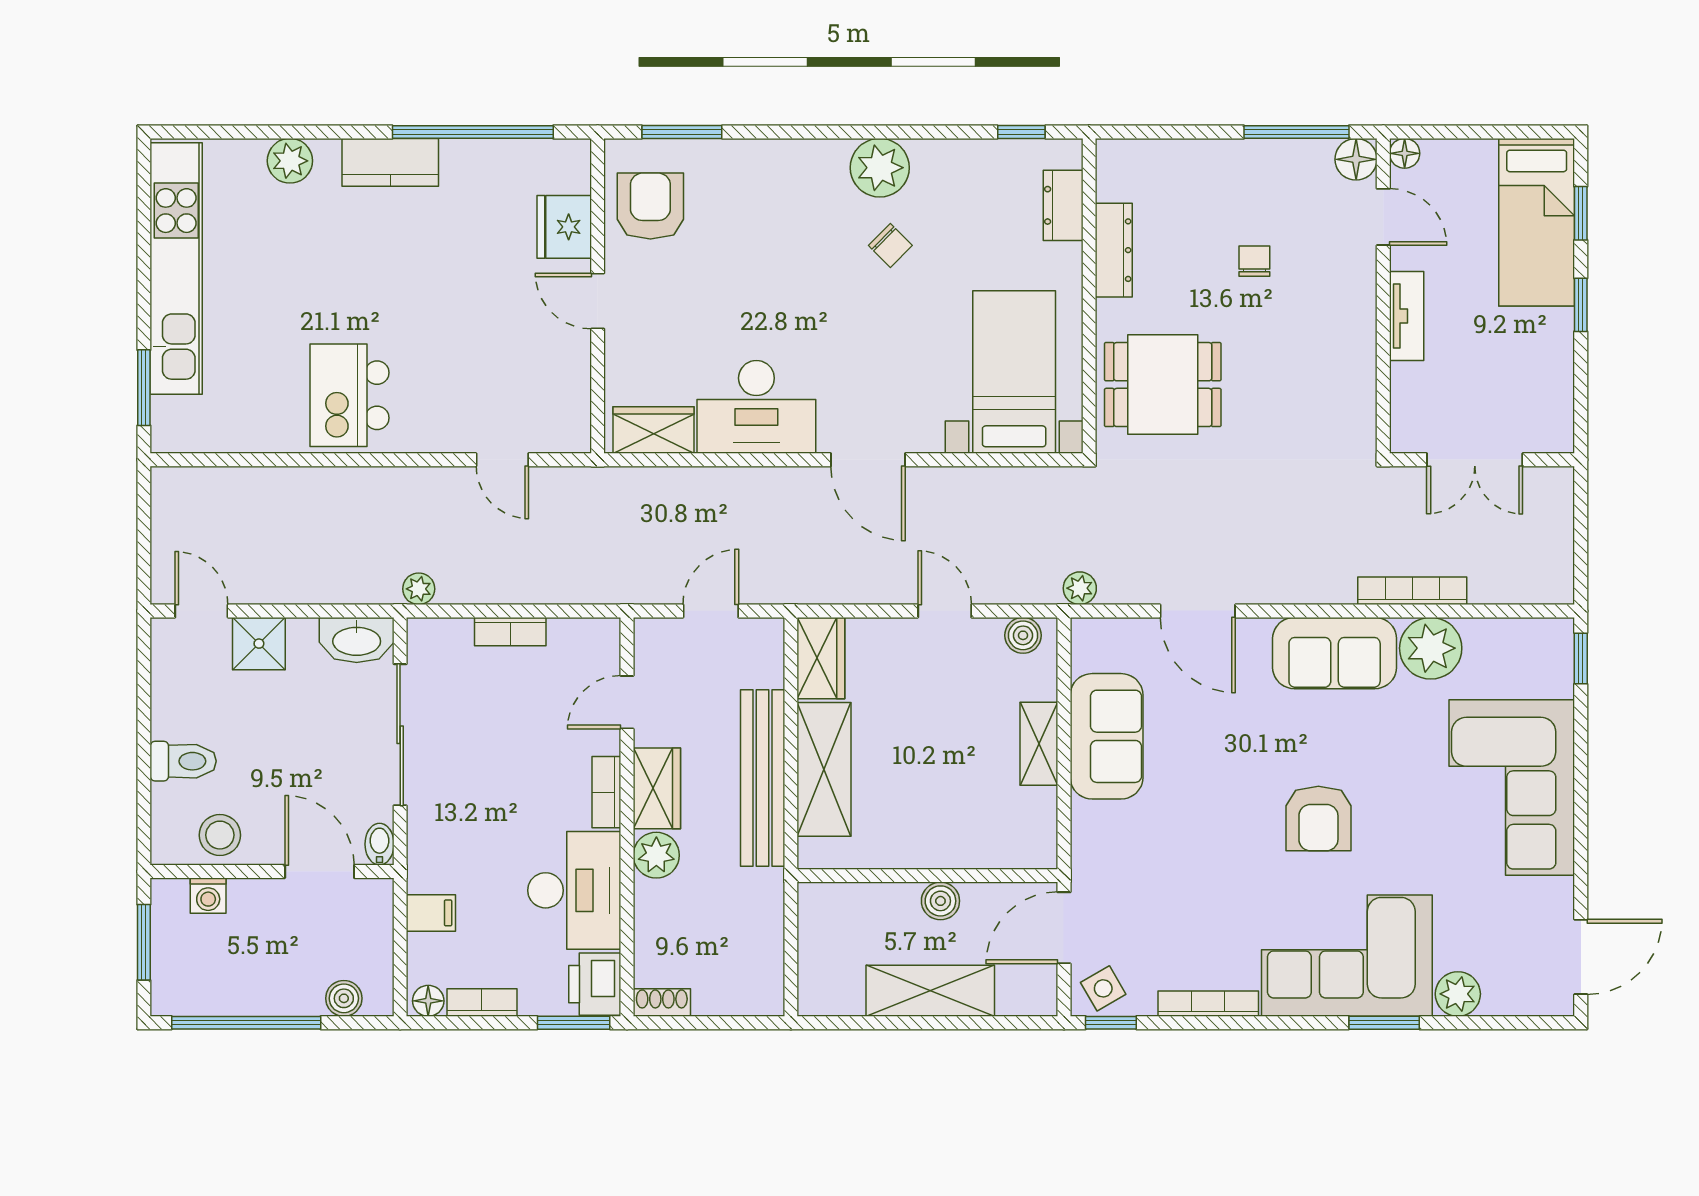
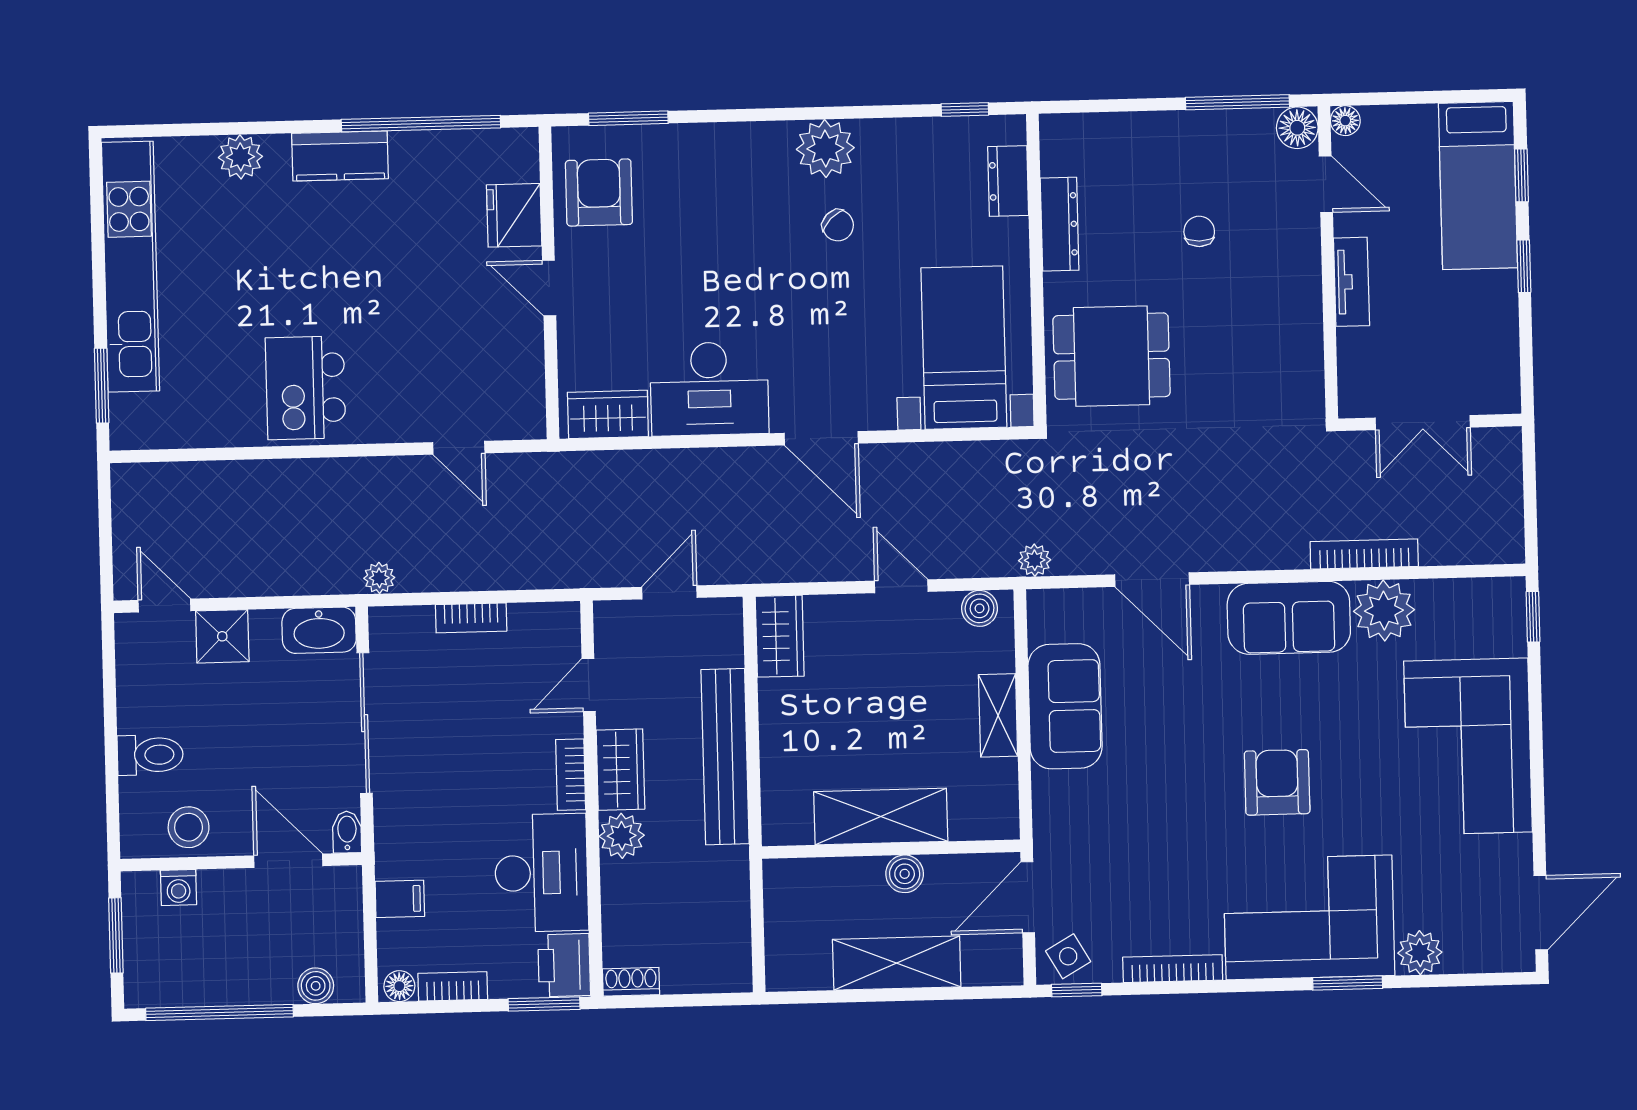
shelving: (824, 769) -> (881, 816), moved, turned 90
armchair: (1318, 819) -> (1277, 782), turned 180

